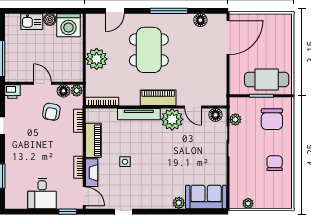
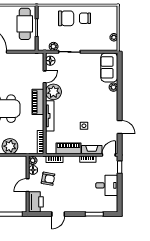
printer: (12, 92) -> (36, 202), width x1.87, depth x1.48
chair: (272, 119) -> (66, 18), moved

